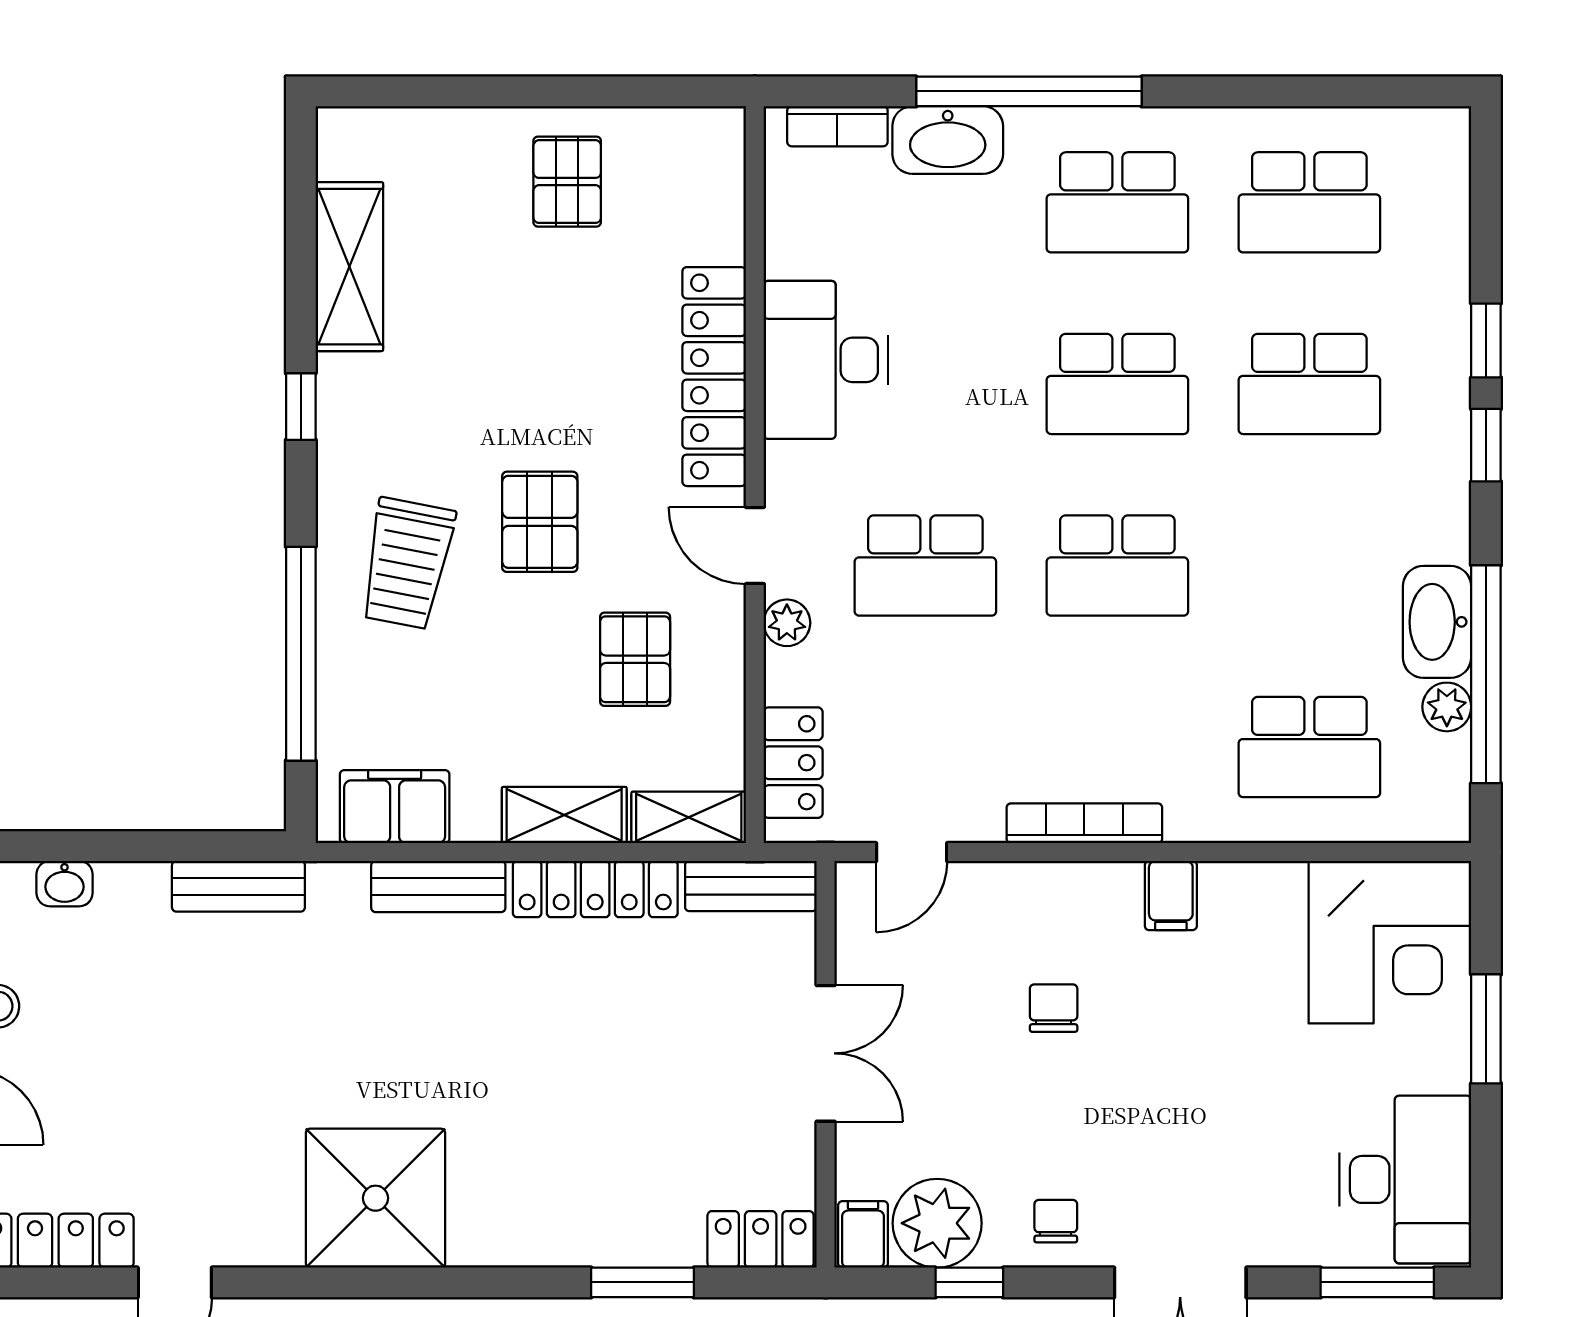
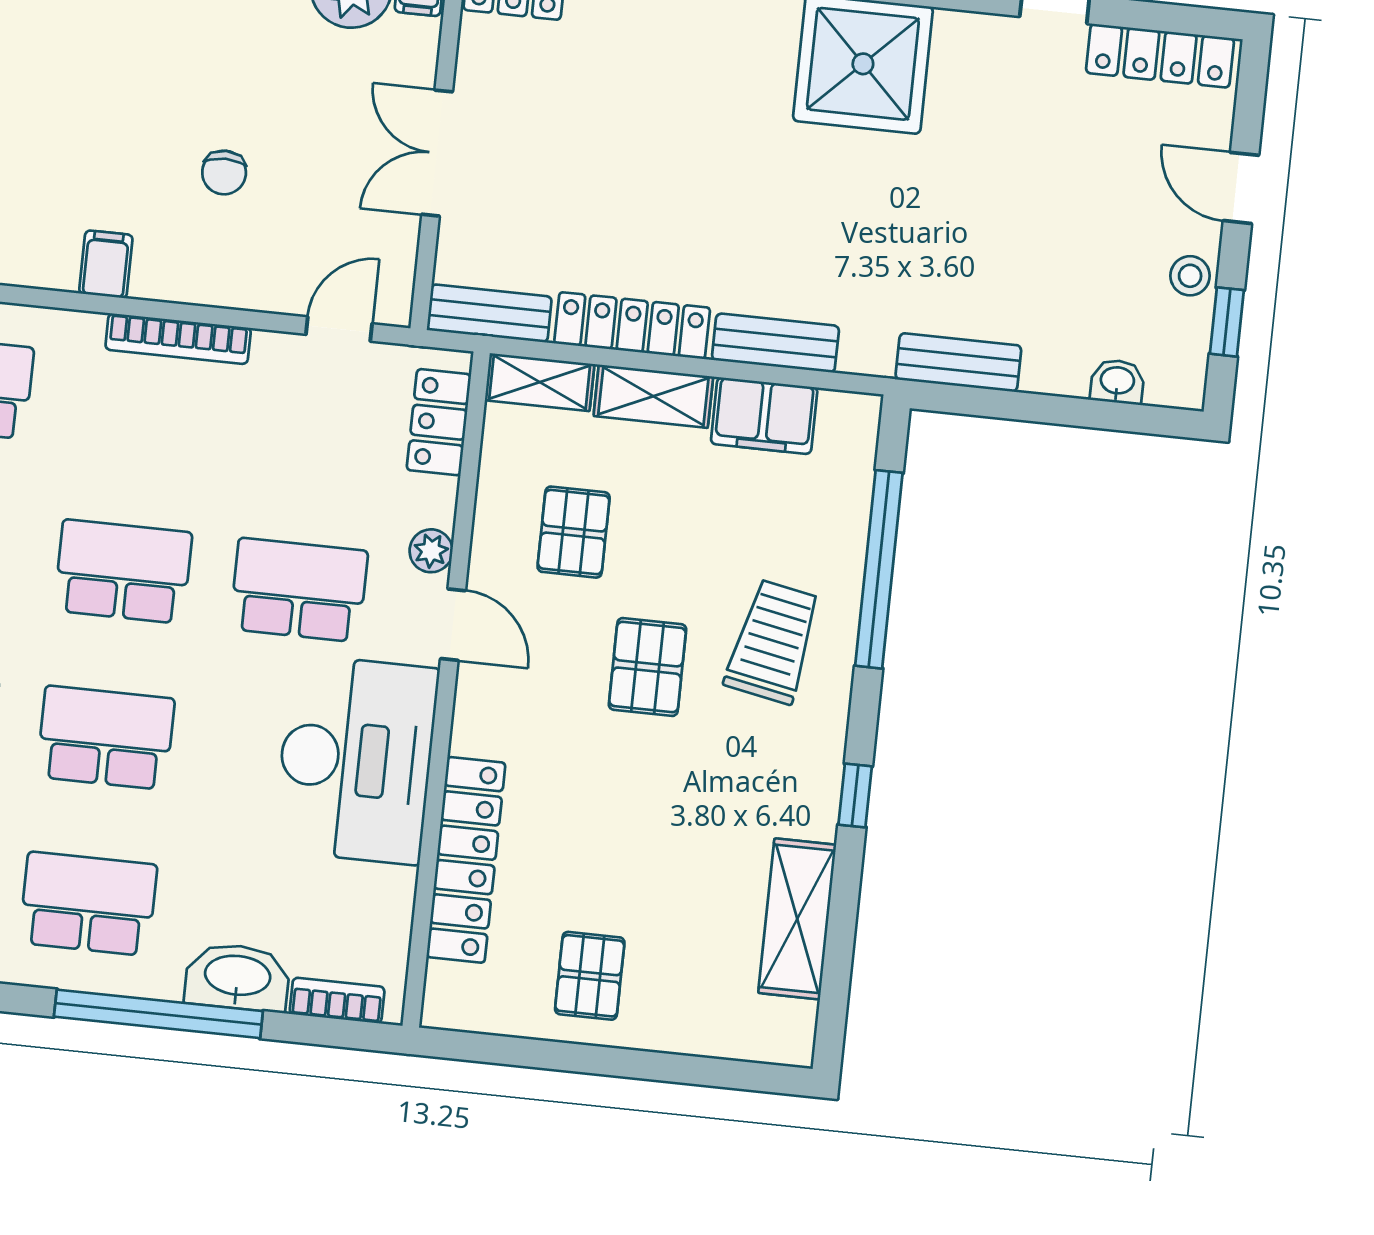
desk: (826, 360) -> (356, 760), width x1.36, depth x1.30
locker: (714, 377) -> (466, 860), moved
filing cabinet: (395, 807) -> (764, 416), moved

